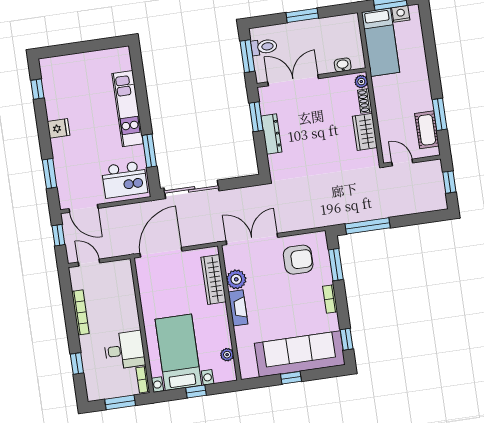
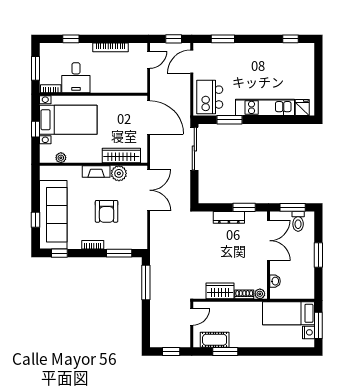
fridge: (59, 128) -> (302, 108), moved, turned 180
armchair: (298, 260) -> (107, 211), moved
window: (291, 378) -> (35, 220), moved

